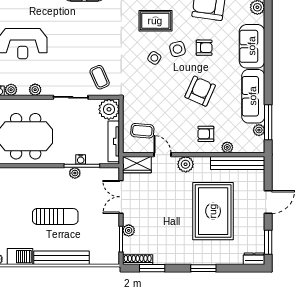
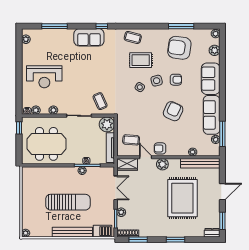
armchair: (206, 134) -> (160, 148), moved
double door: (121, 197) -> (116, 188), swing flipped
sun lounger: (55, 216) -> (68, 202), width x1.36, depth x1.34
barbecue: (20, 257) -> (102, 231), moved

